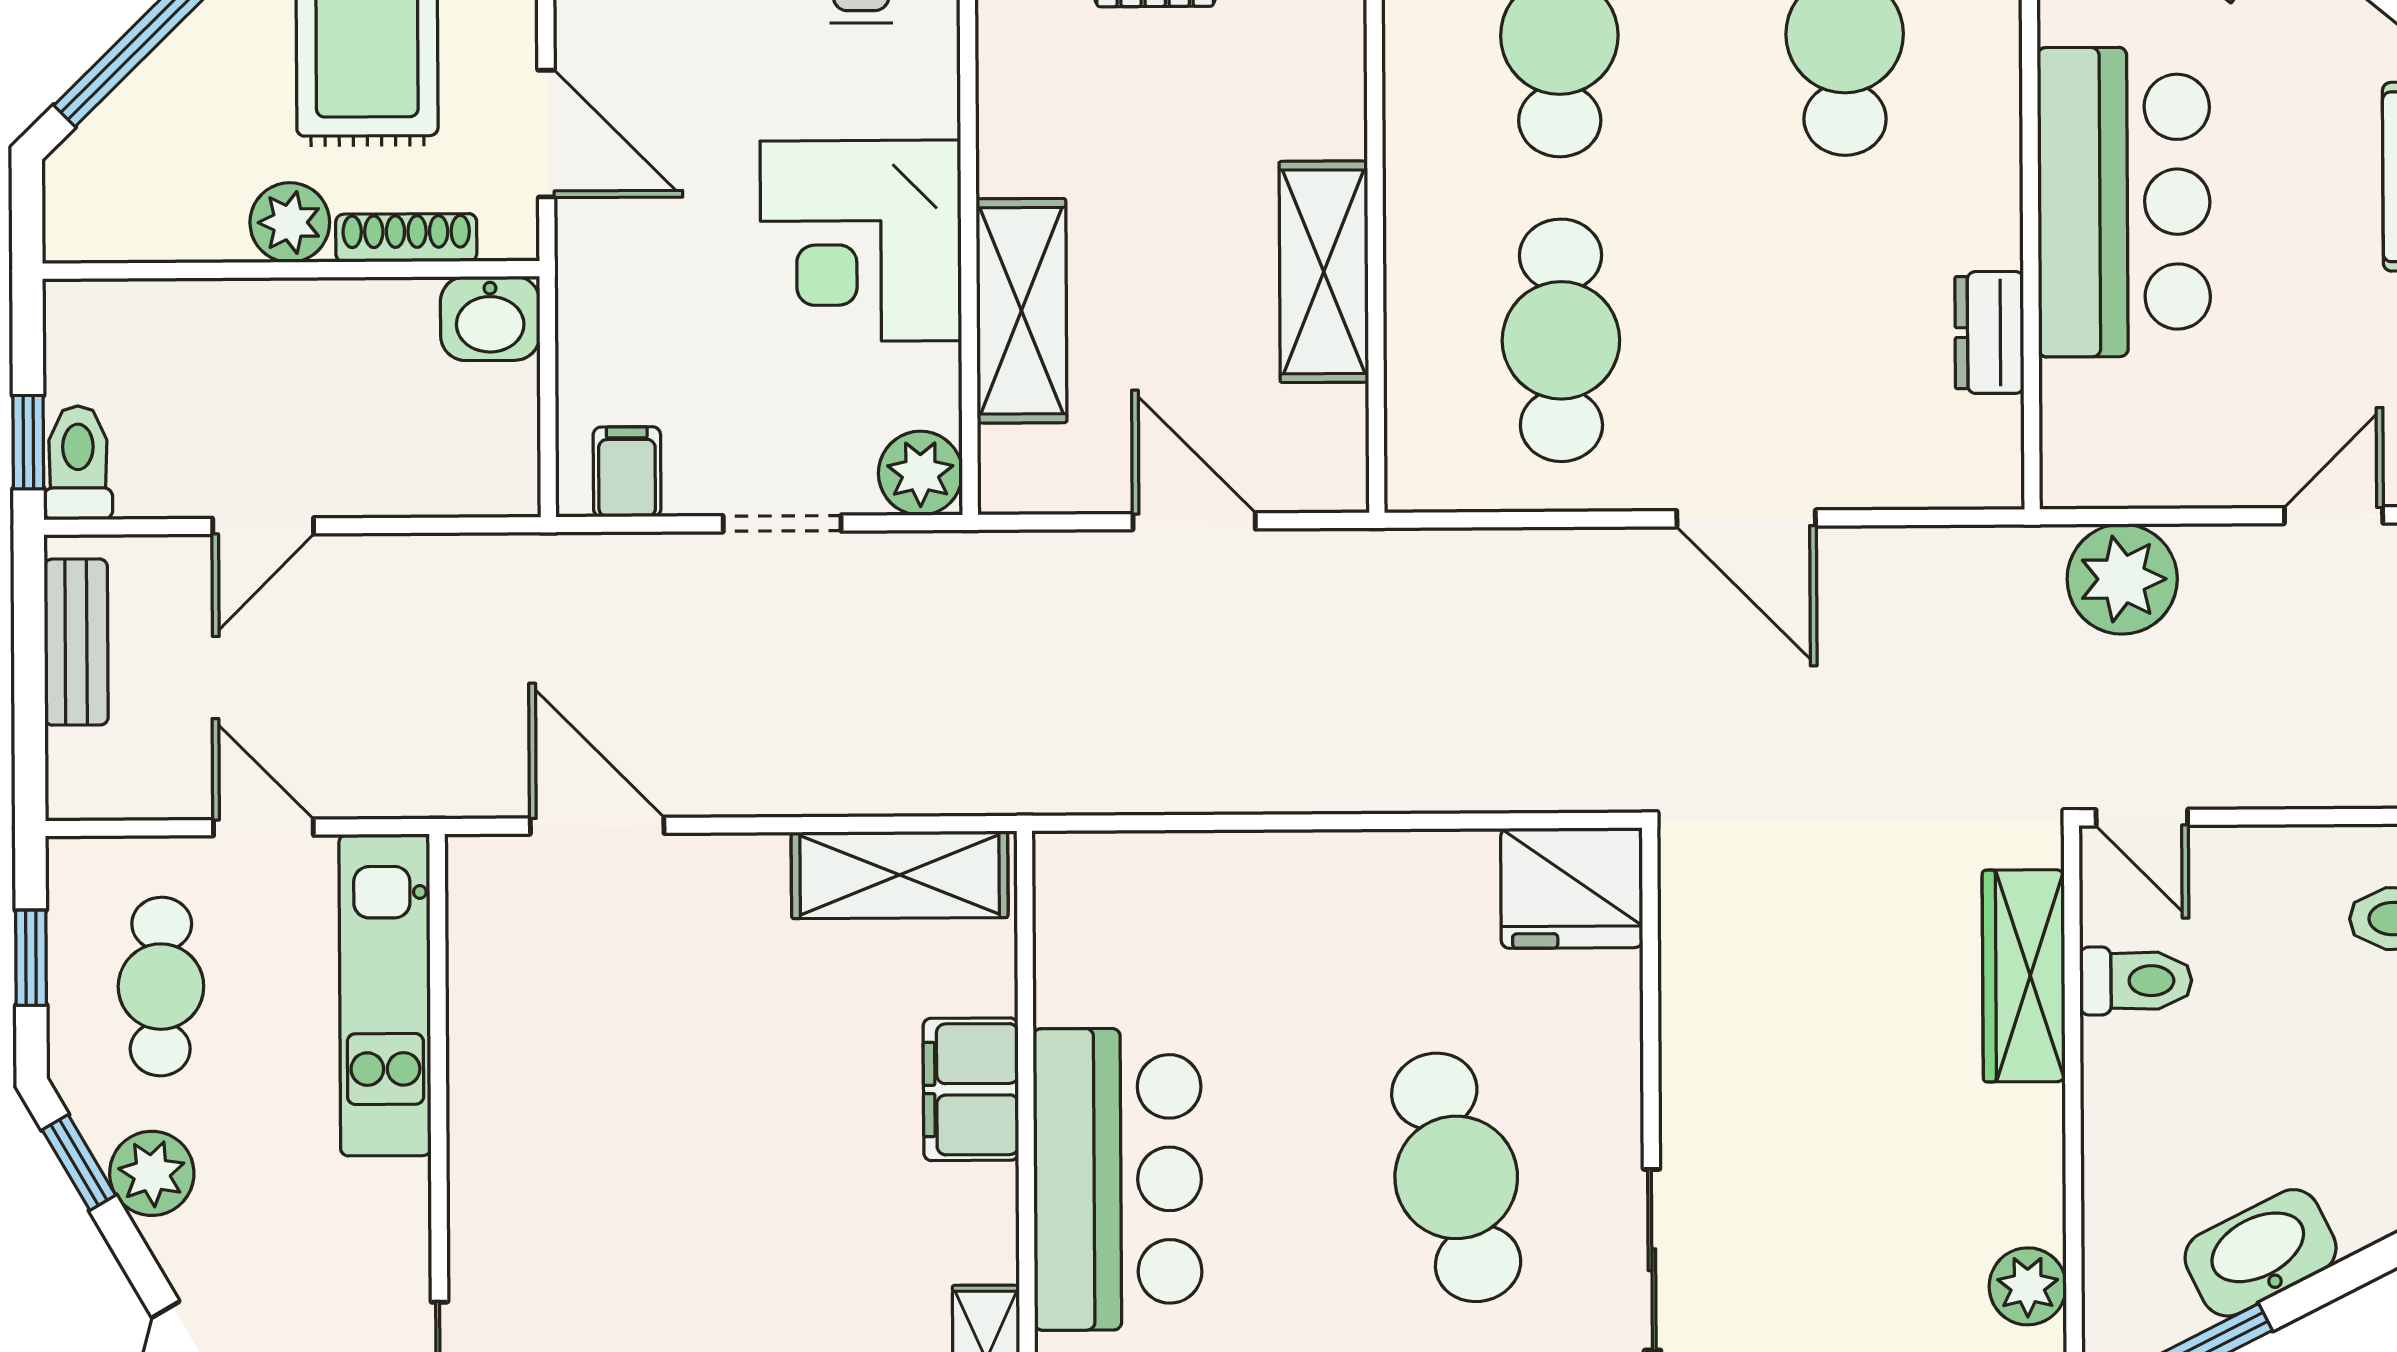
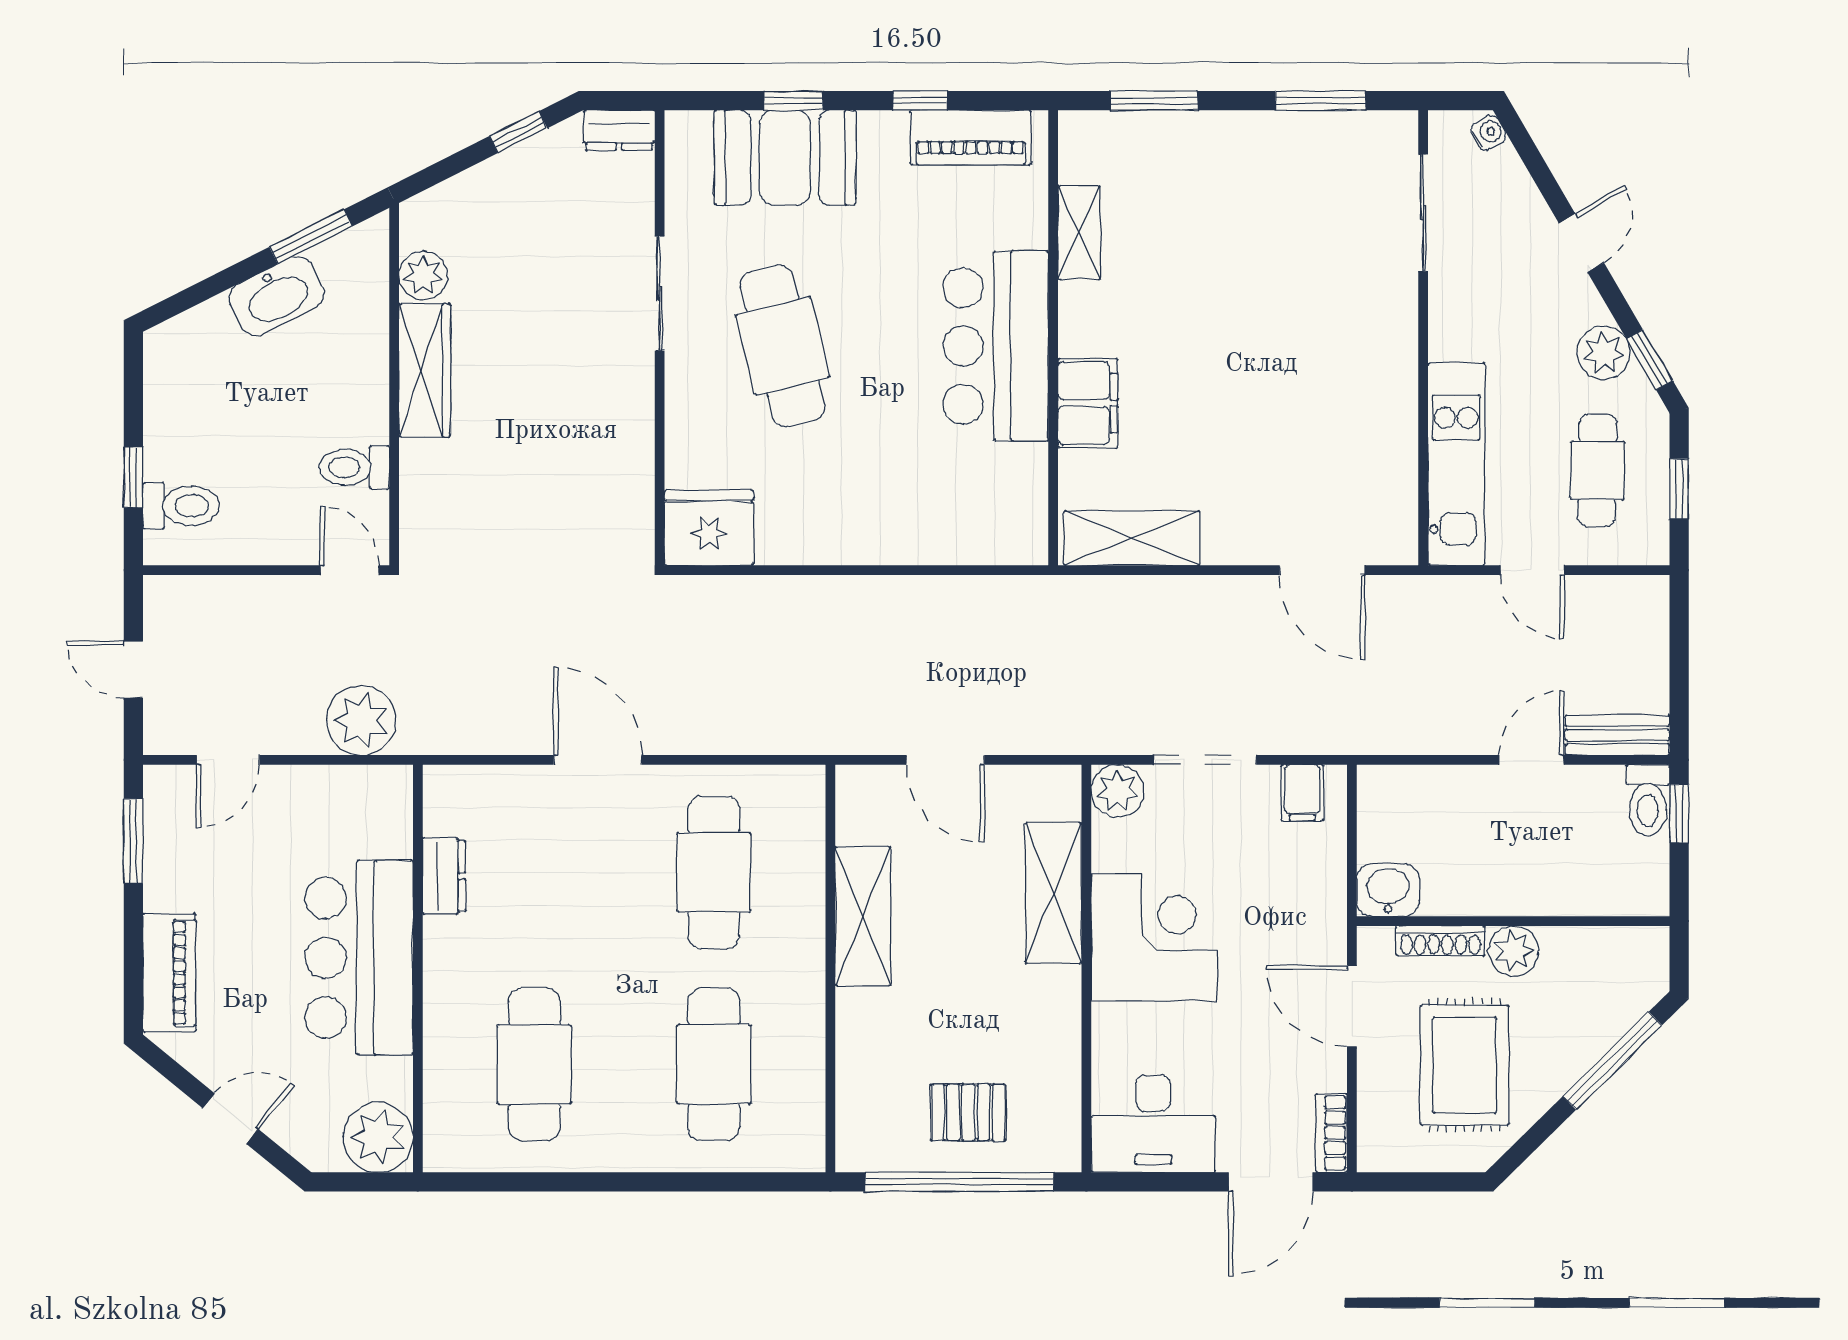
doorway: (782, 523) -> (1205, 760), width x1.38
bench: (76, 642) -> (1617, 735), moved, turned 90
wardrobe: (2024, 976) -> (425, 370), moved

